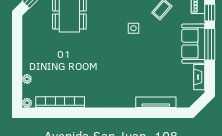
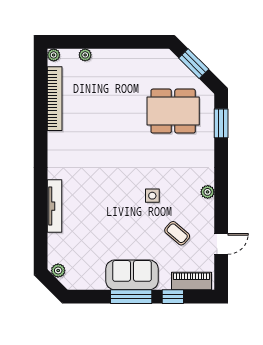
fireplace: (199, 77) -> (88, 283), removed
plant: (190, 99) -> (58, 271), added
tv unit: (156, 102) -> (54, 206), moved

